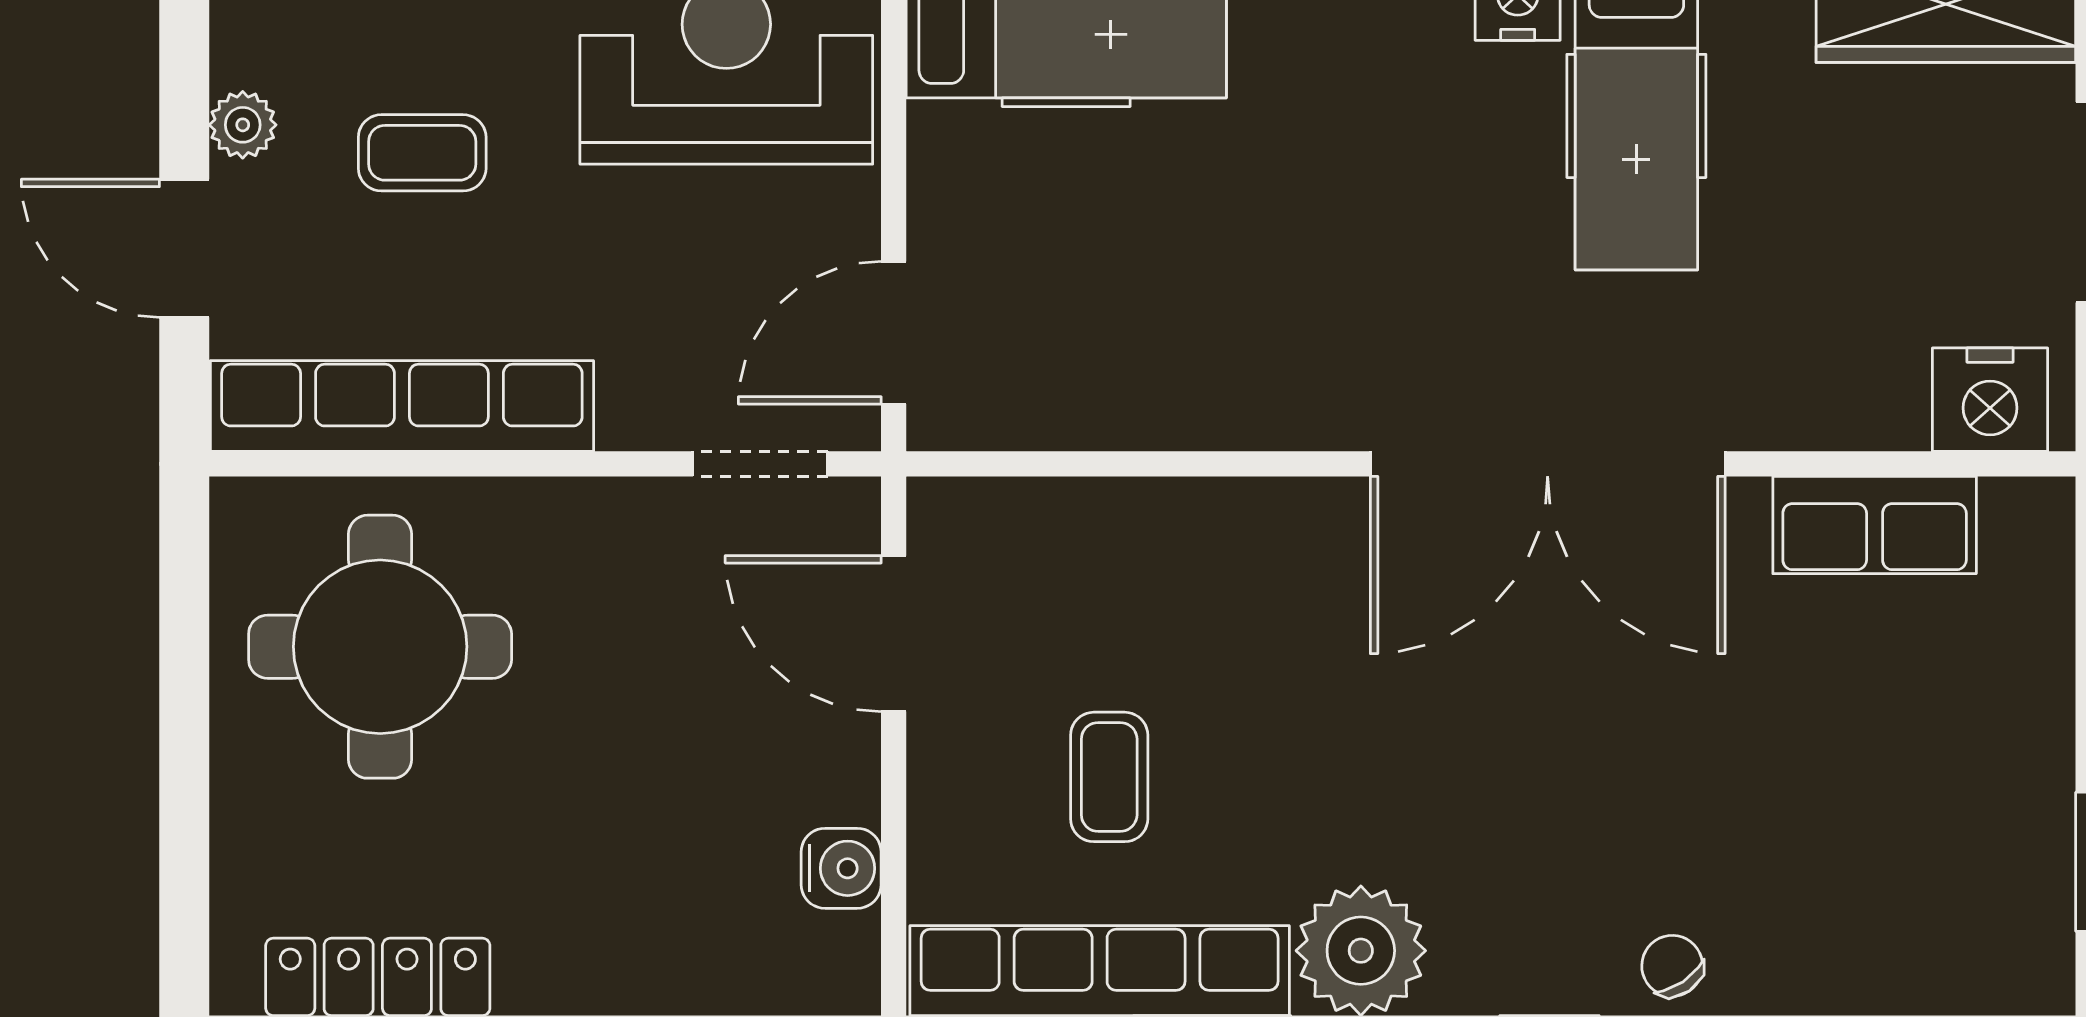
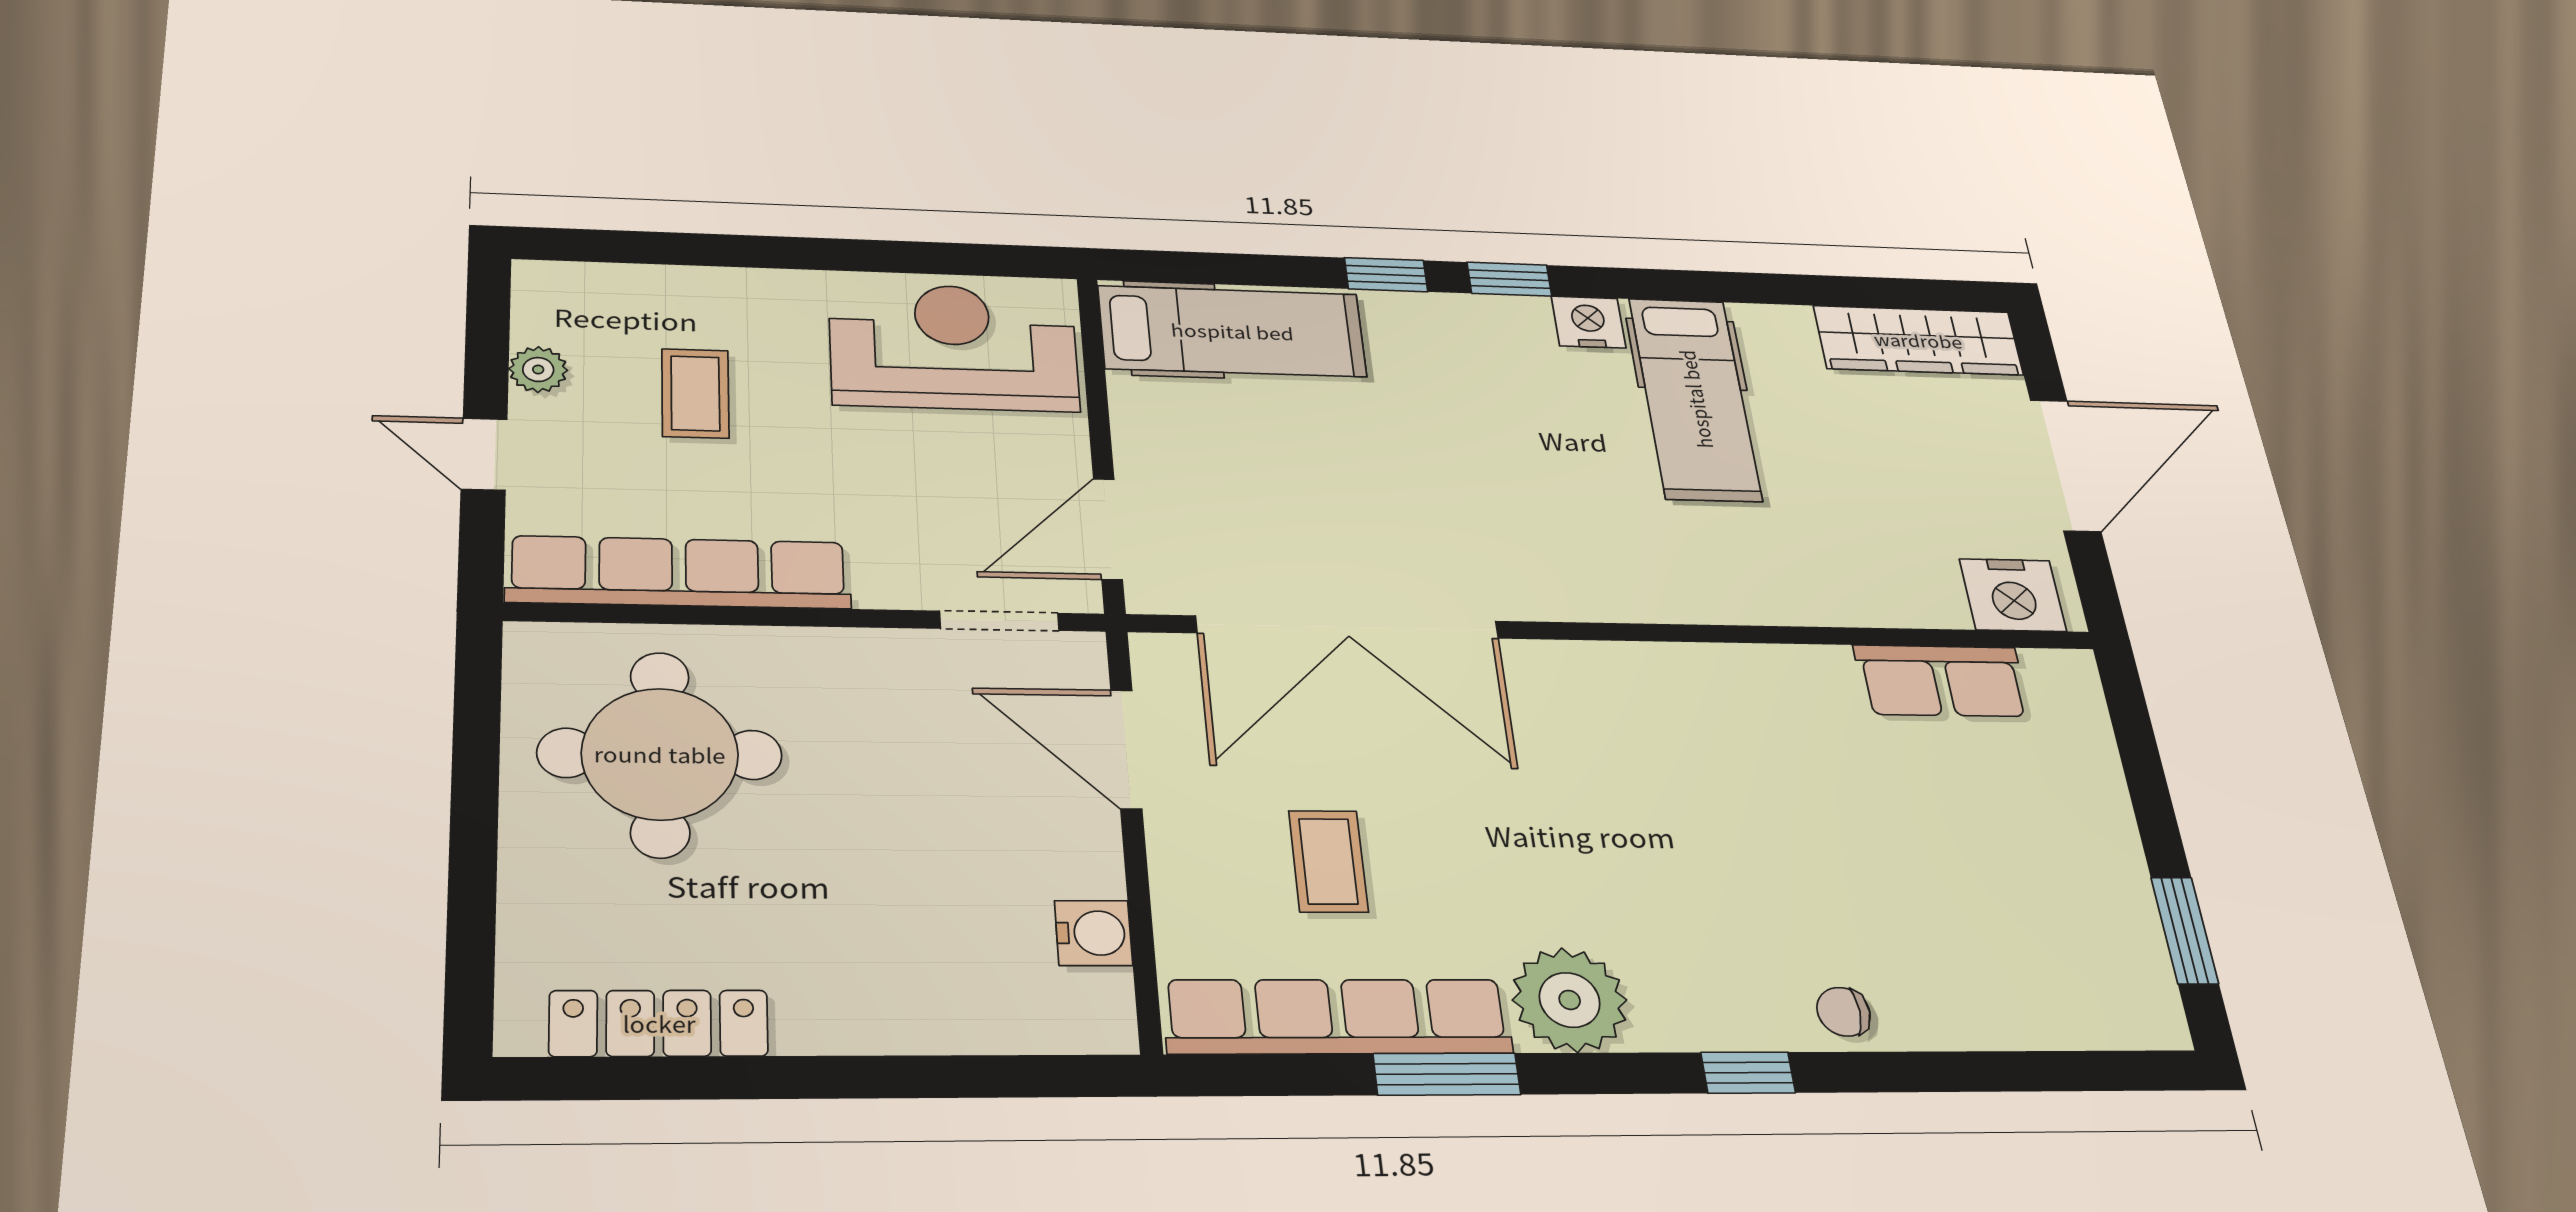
coffee table: (422, 153) -> (695, 393), turned 90
door: (184, 248) -> (484, 454), width x0.73
double door: (1548, 464) -> (1348, 627), moved
chair: (1672, 966) -> (1843, 1012), turned -56

